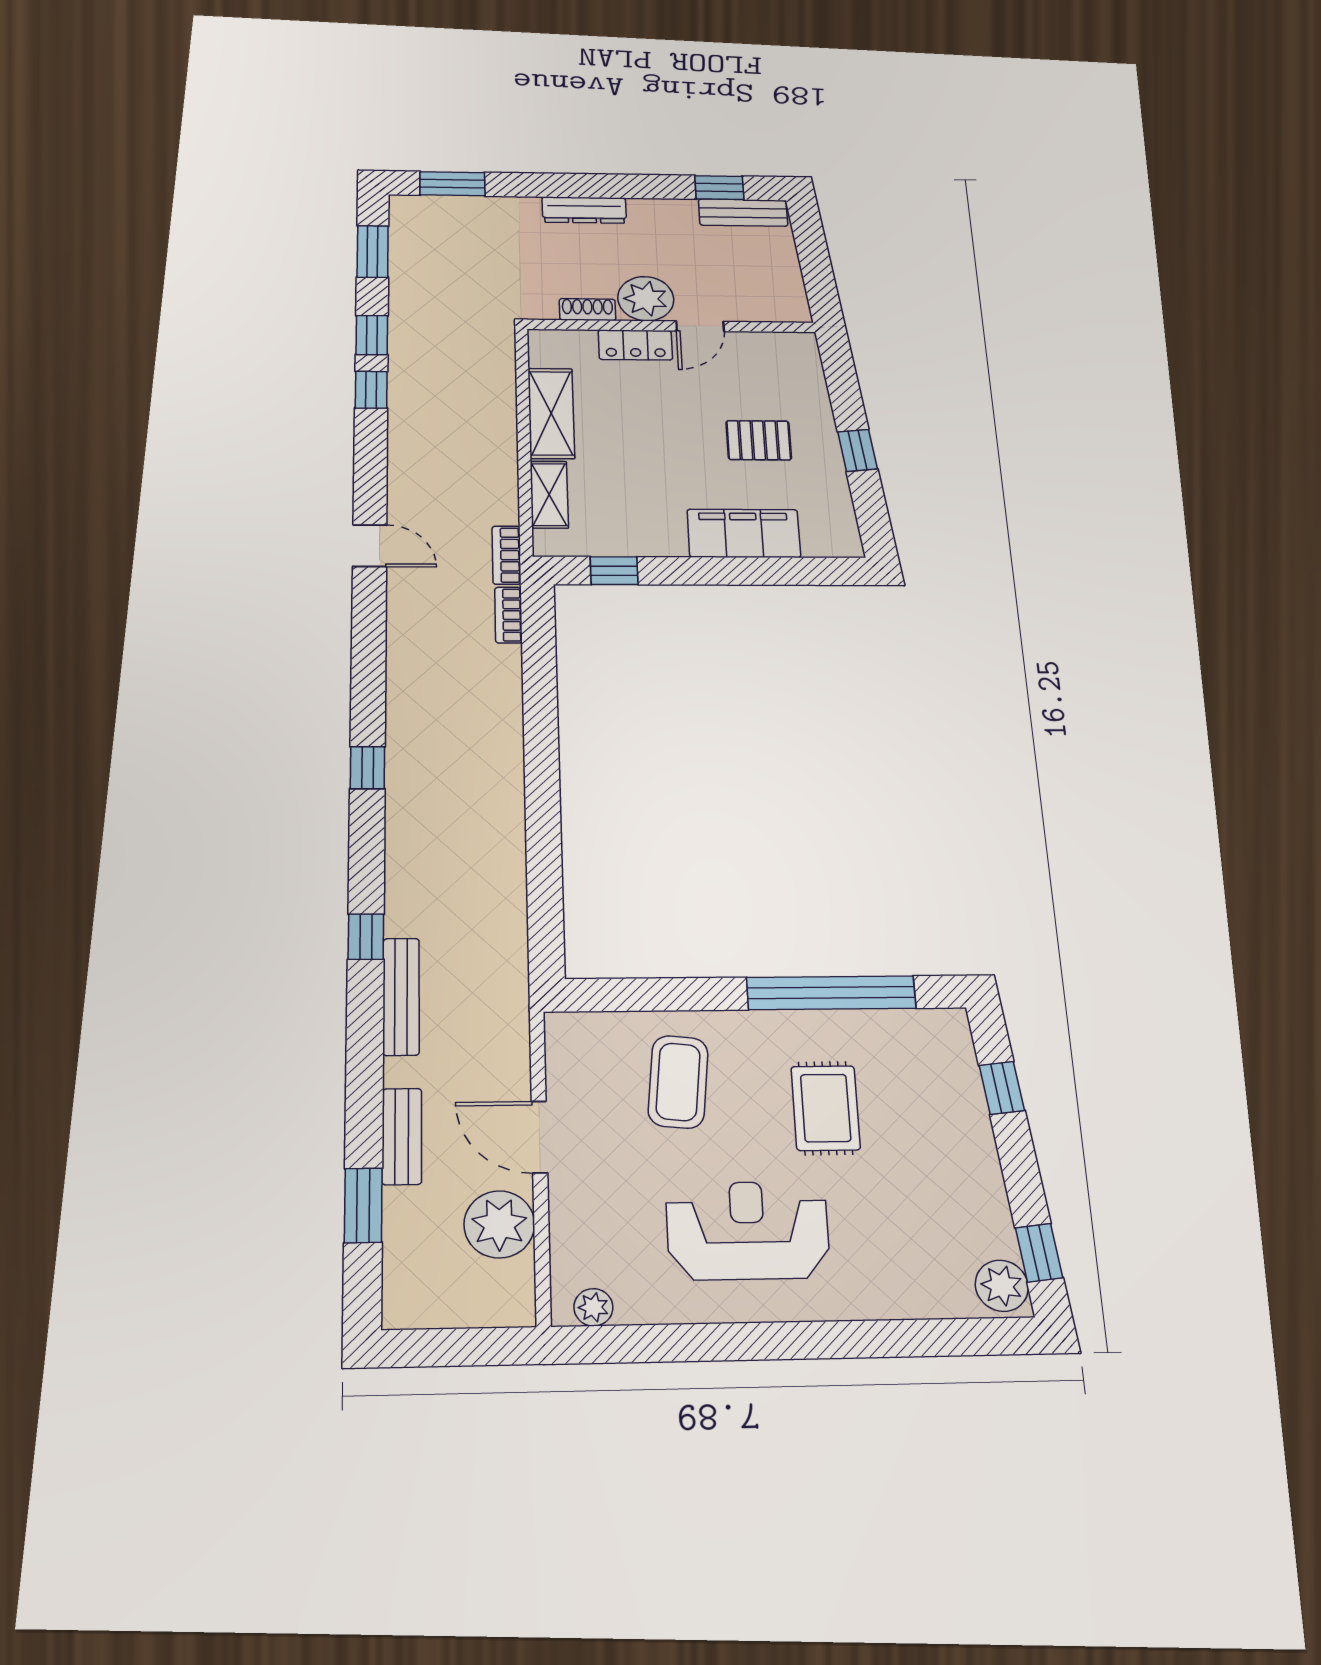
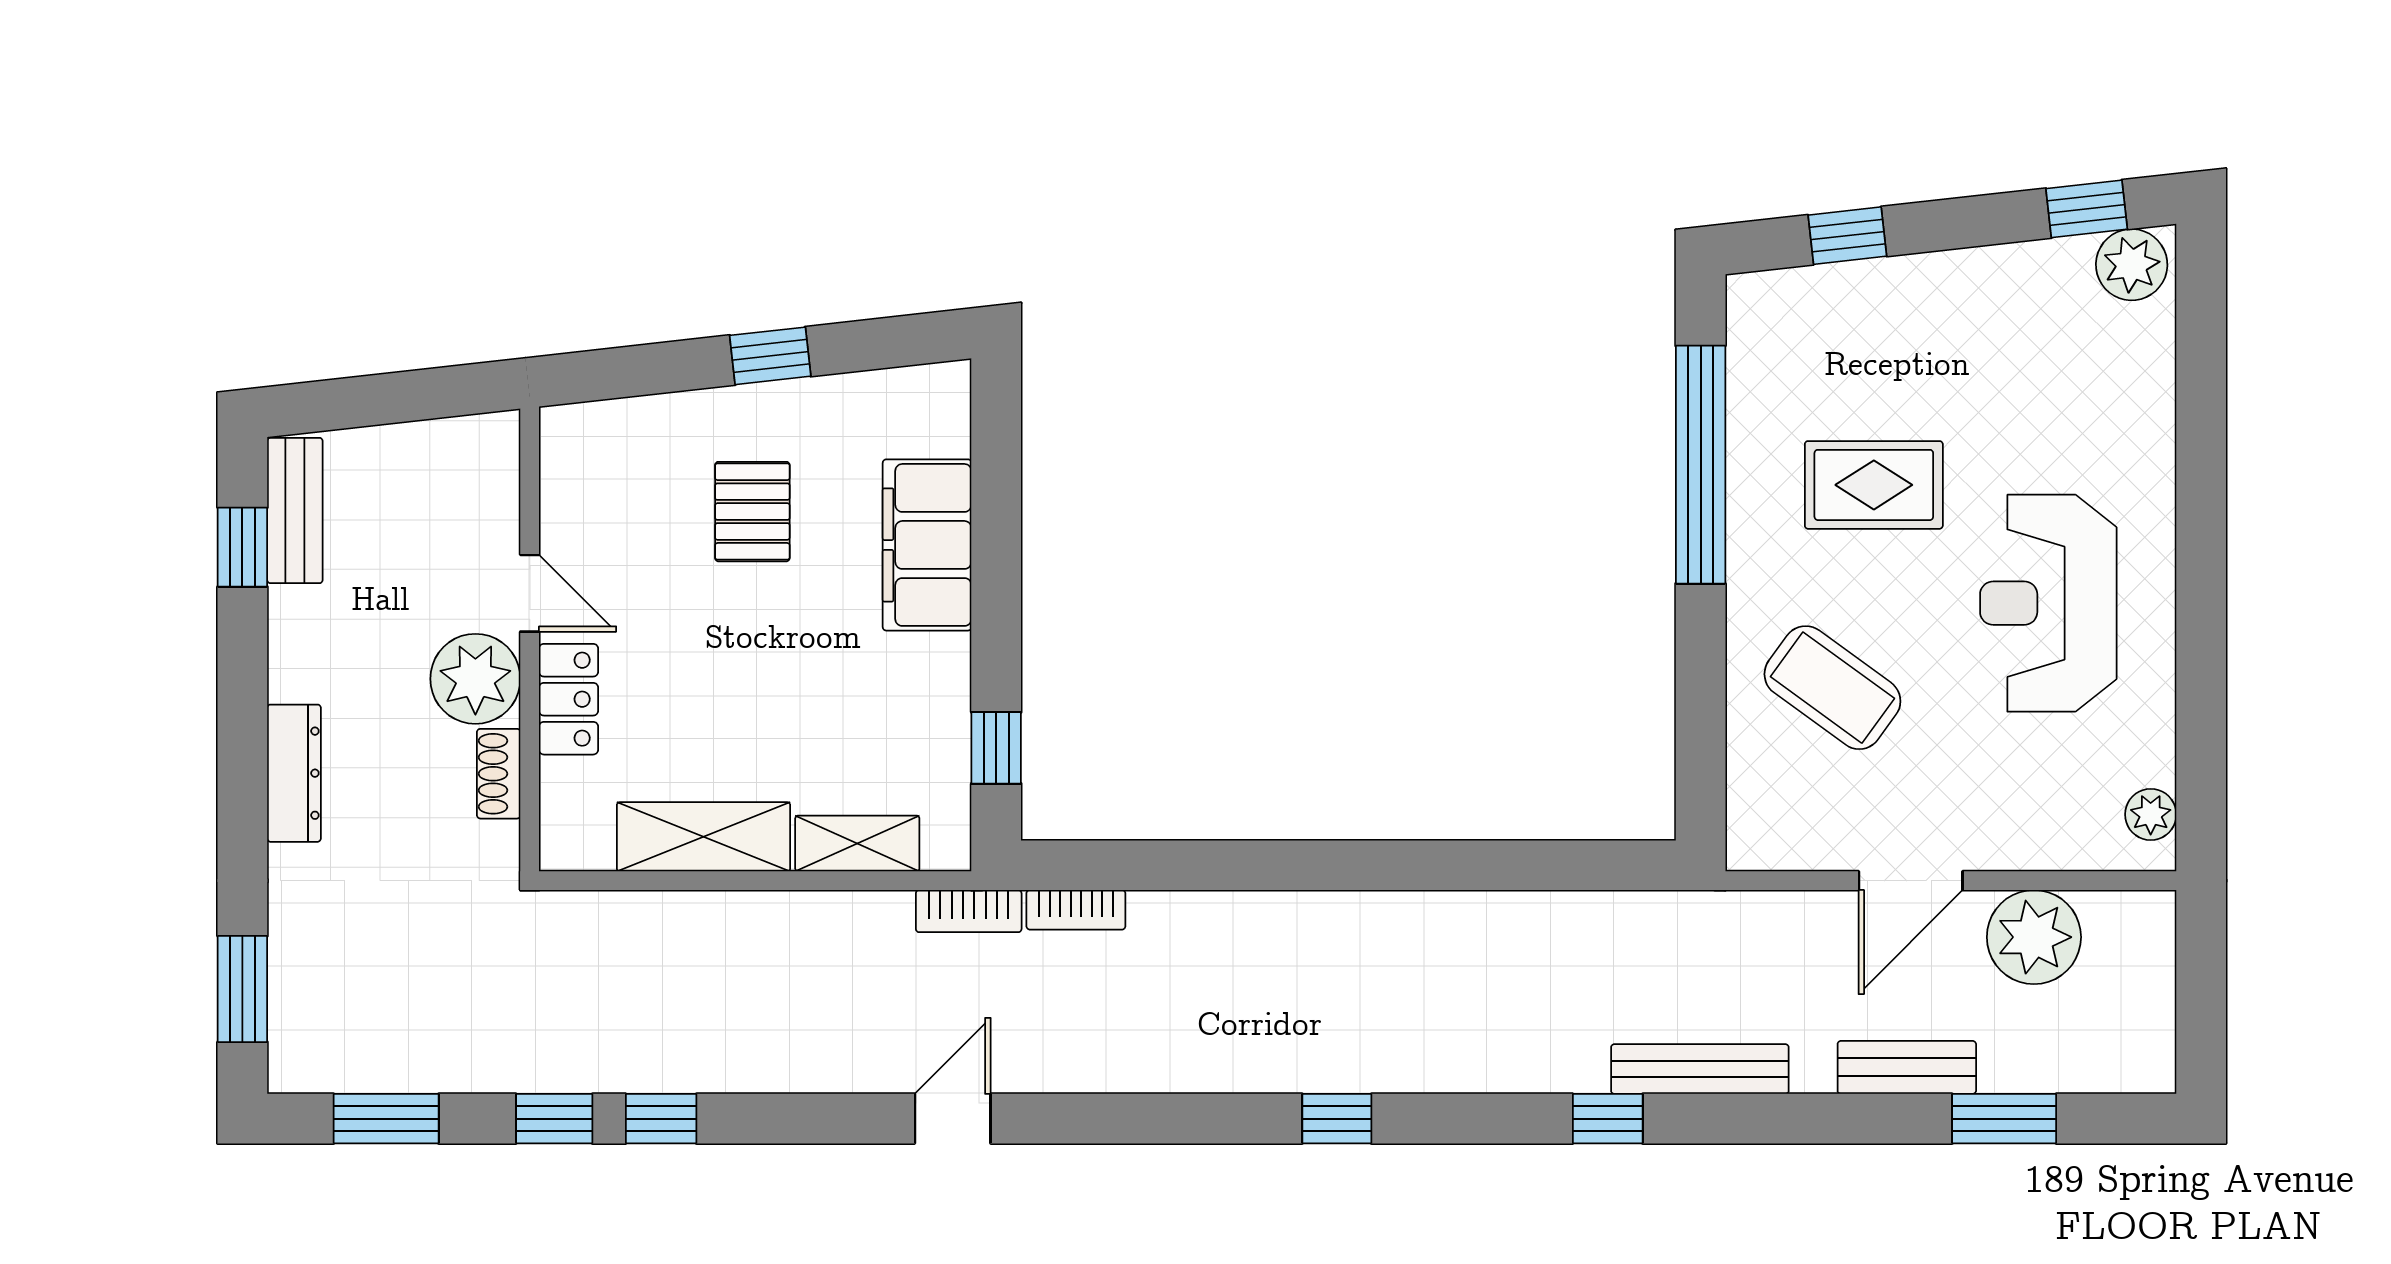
coffee table: (678, 1082) -> (1832, 688), turned 30

